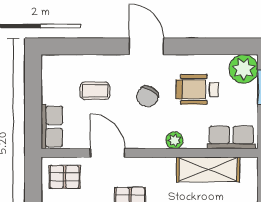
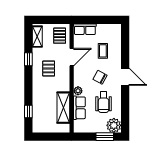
door: (146, 46) -> (125, 77), hinge flipped
wheelchair: (197, 89) -> (104, 102), turned 180
row of seats: (231, 137) -> (79, 108), moved

